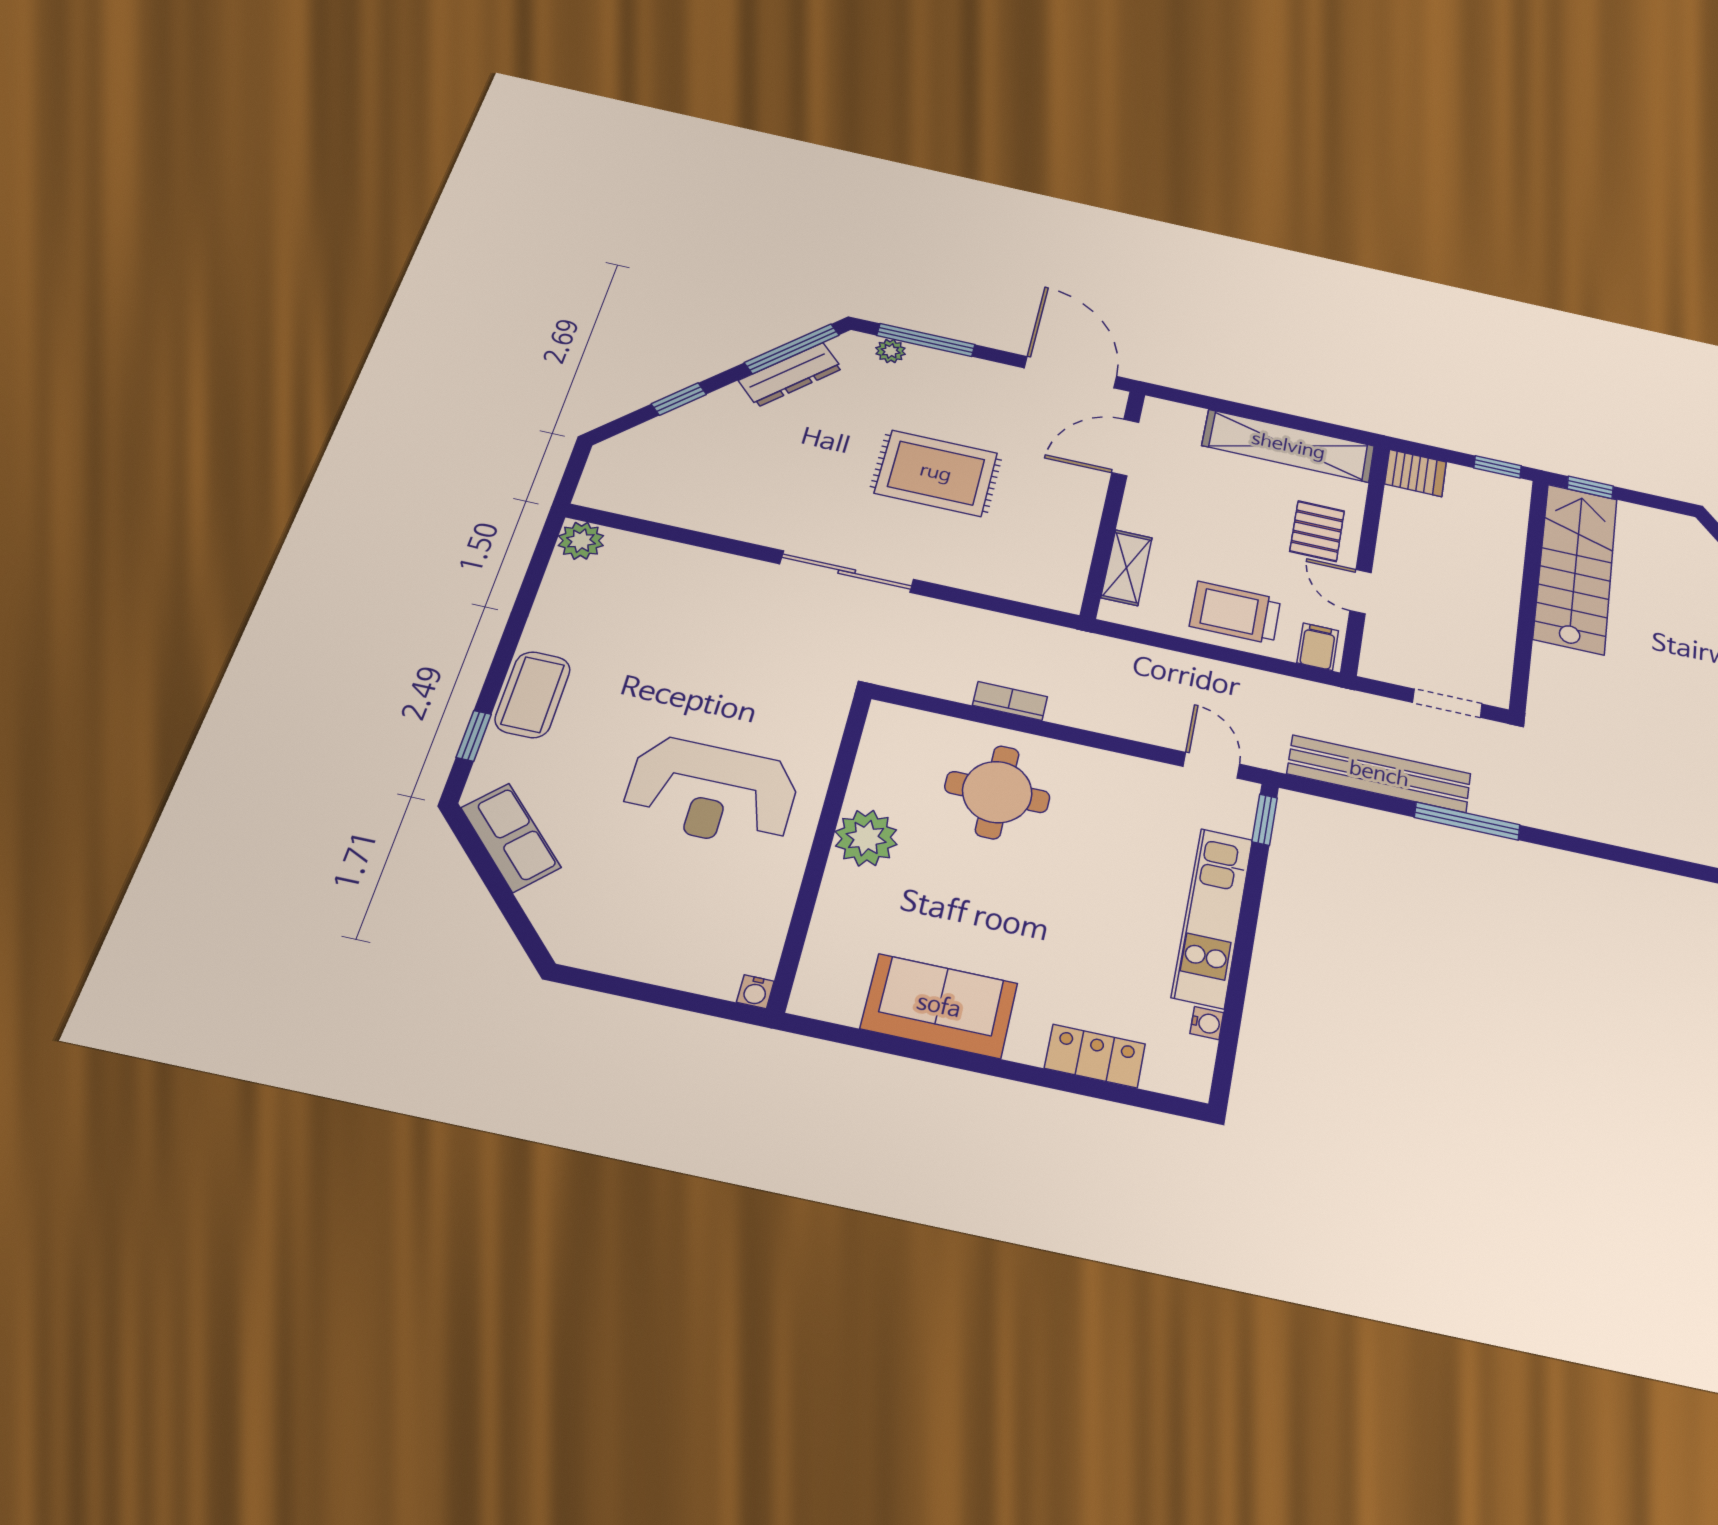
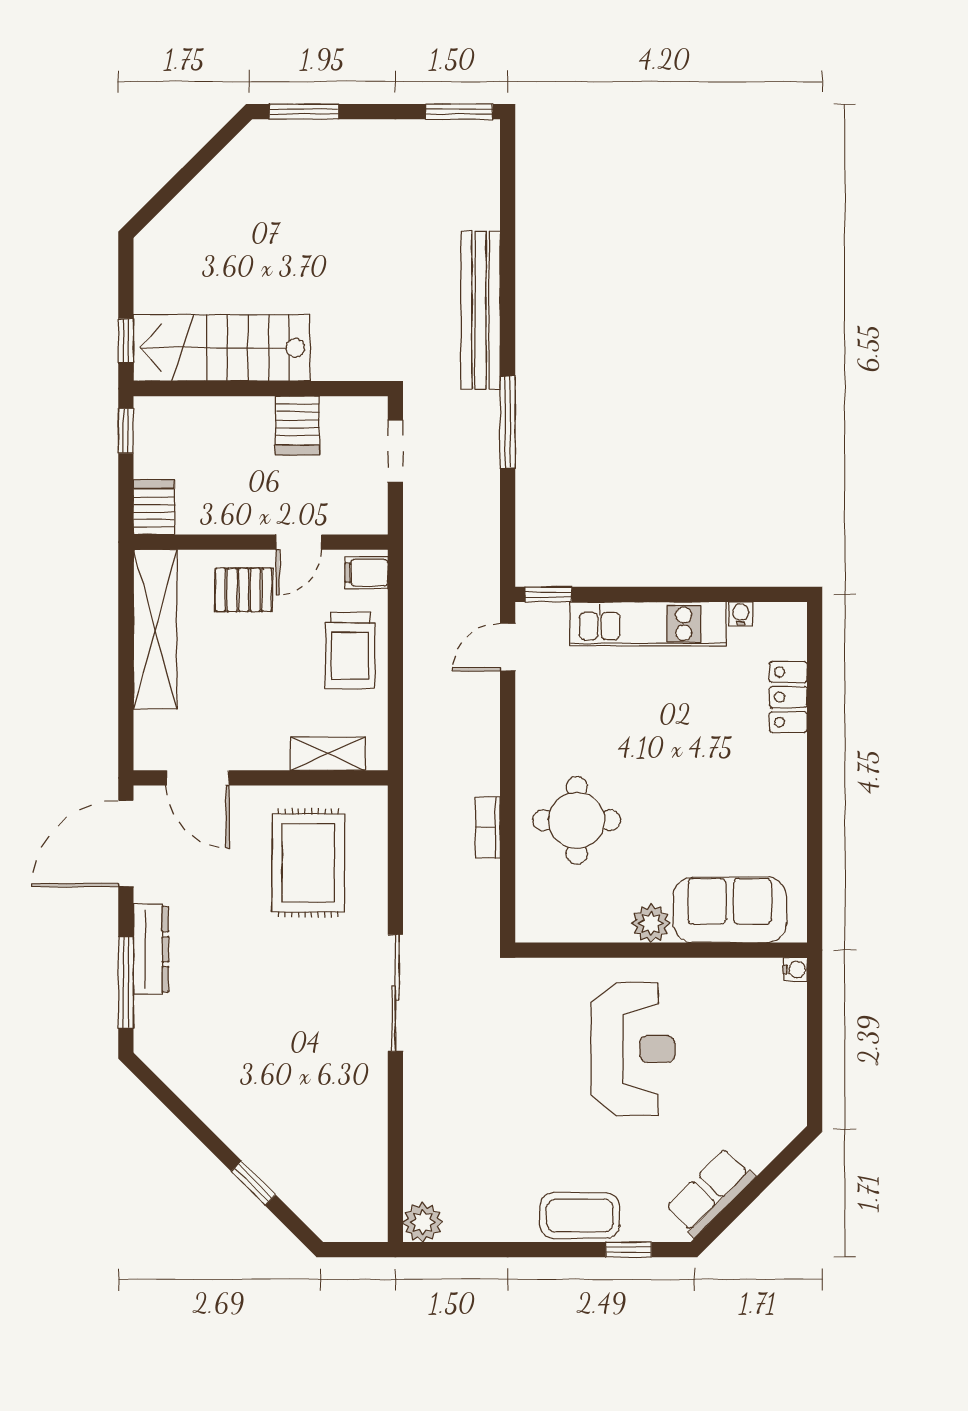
window: (792, 349) -> (170, 1100), removed
plant: (891, 351) -> (148, 1011), removed
dresser: (791, 375) -> (151, 949), moved, turned 45
rug: (936, 473) -> (308, 863), moved
server rack: (1486, 618) -> (297, 425), added
bench: (1379, 774) -> (481, 310), moved
plant: (866, 838) -> (651, 923), width x0.73, depth x0.73
sofa: (939, 1006) -> (730, 910), moved, turned 90

